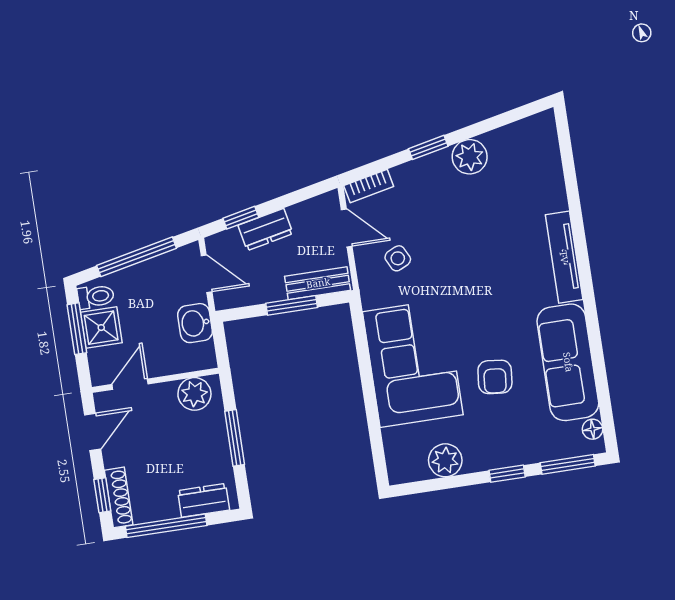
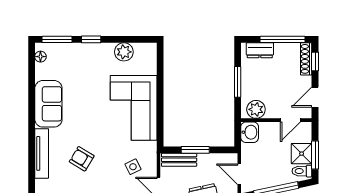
washbasin: (195, 323) -> (250, 132), moved
sofa: (568, 362) -> (48, 104), width x0.73
armchair: (495, 377) -> (82, 159), moved, turned -65

